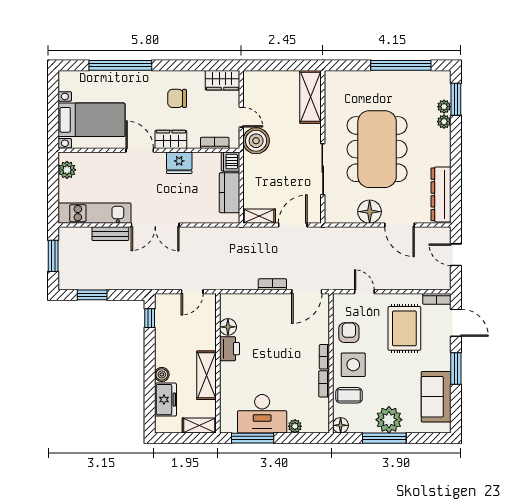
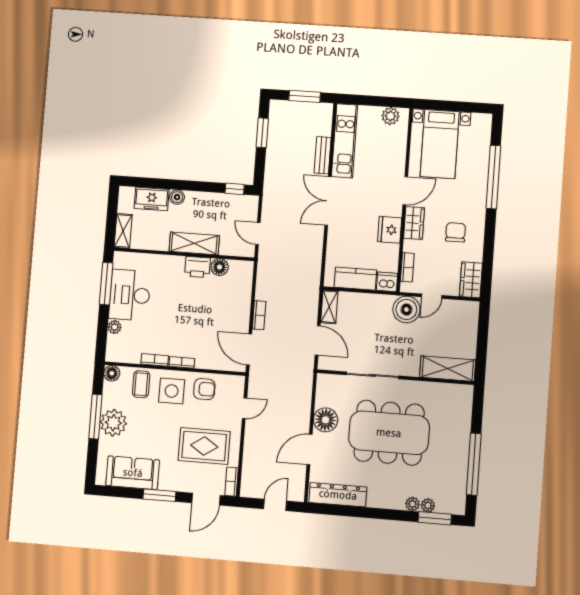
shelving: (207, 375) -> (194, 243), moved

